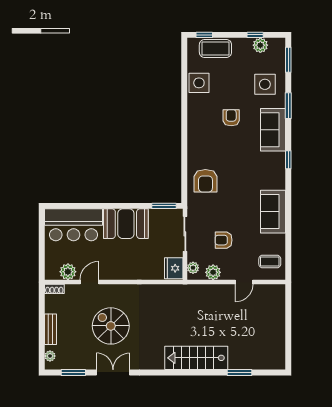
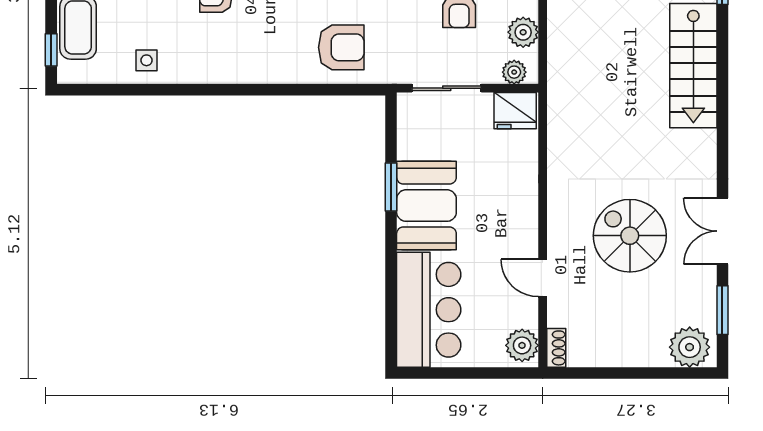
side table: (199, 83) -> (146, 60), width x0.54, depth x0.54
window: (164, 206) -> (391, 187), moved
plant: (68, 272) -> (522, 345), moved
spiral stairs: (111, 326) -> (630, 236), turned 90
bench: (50, 329) -> (636, 356), removed
plant: (50, 356) -> (690, 347), width x1.87, depth x1.87

